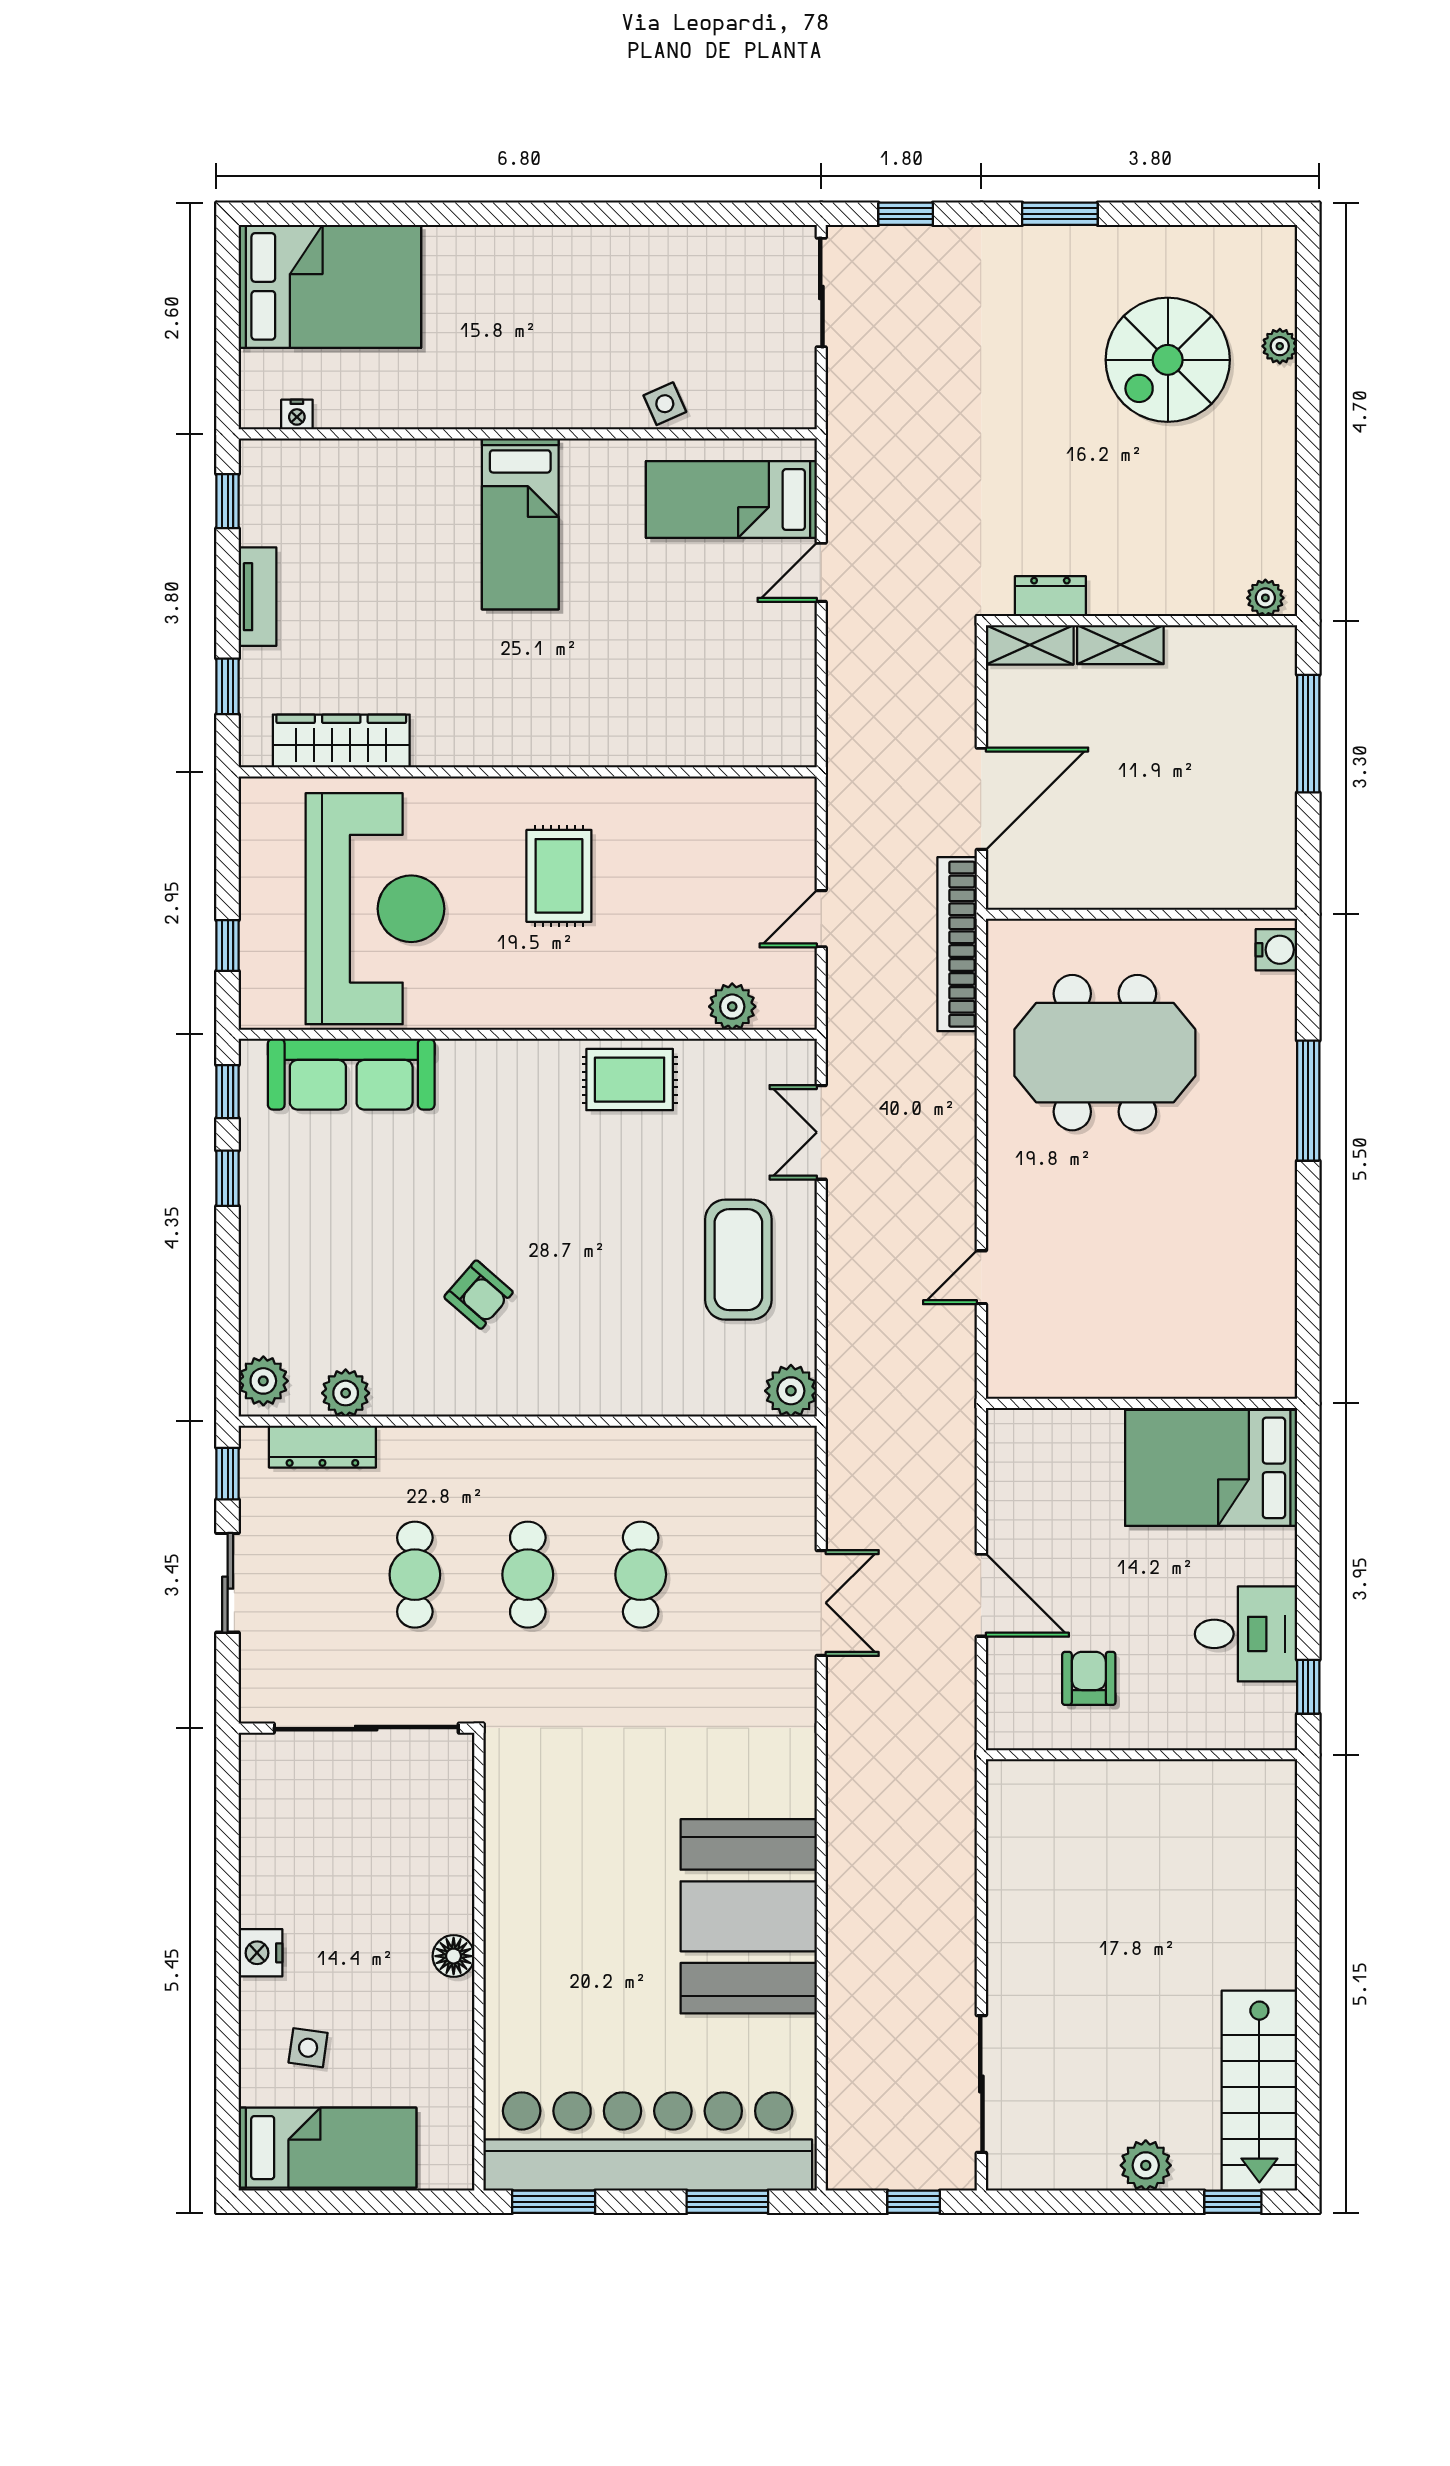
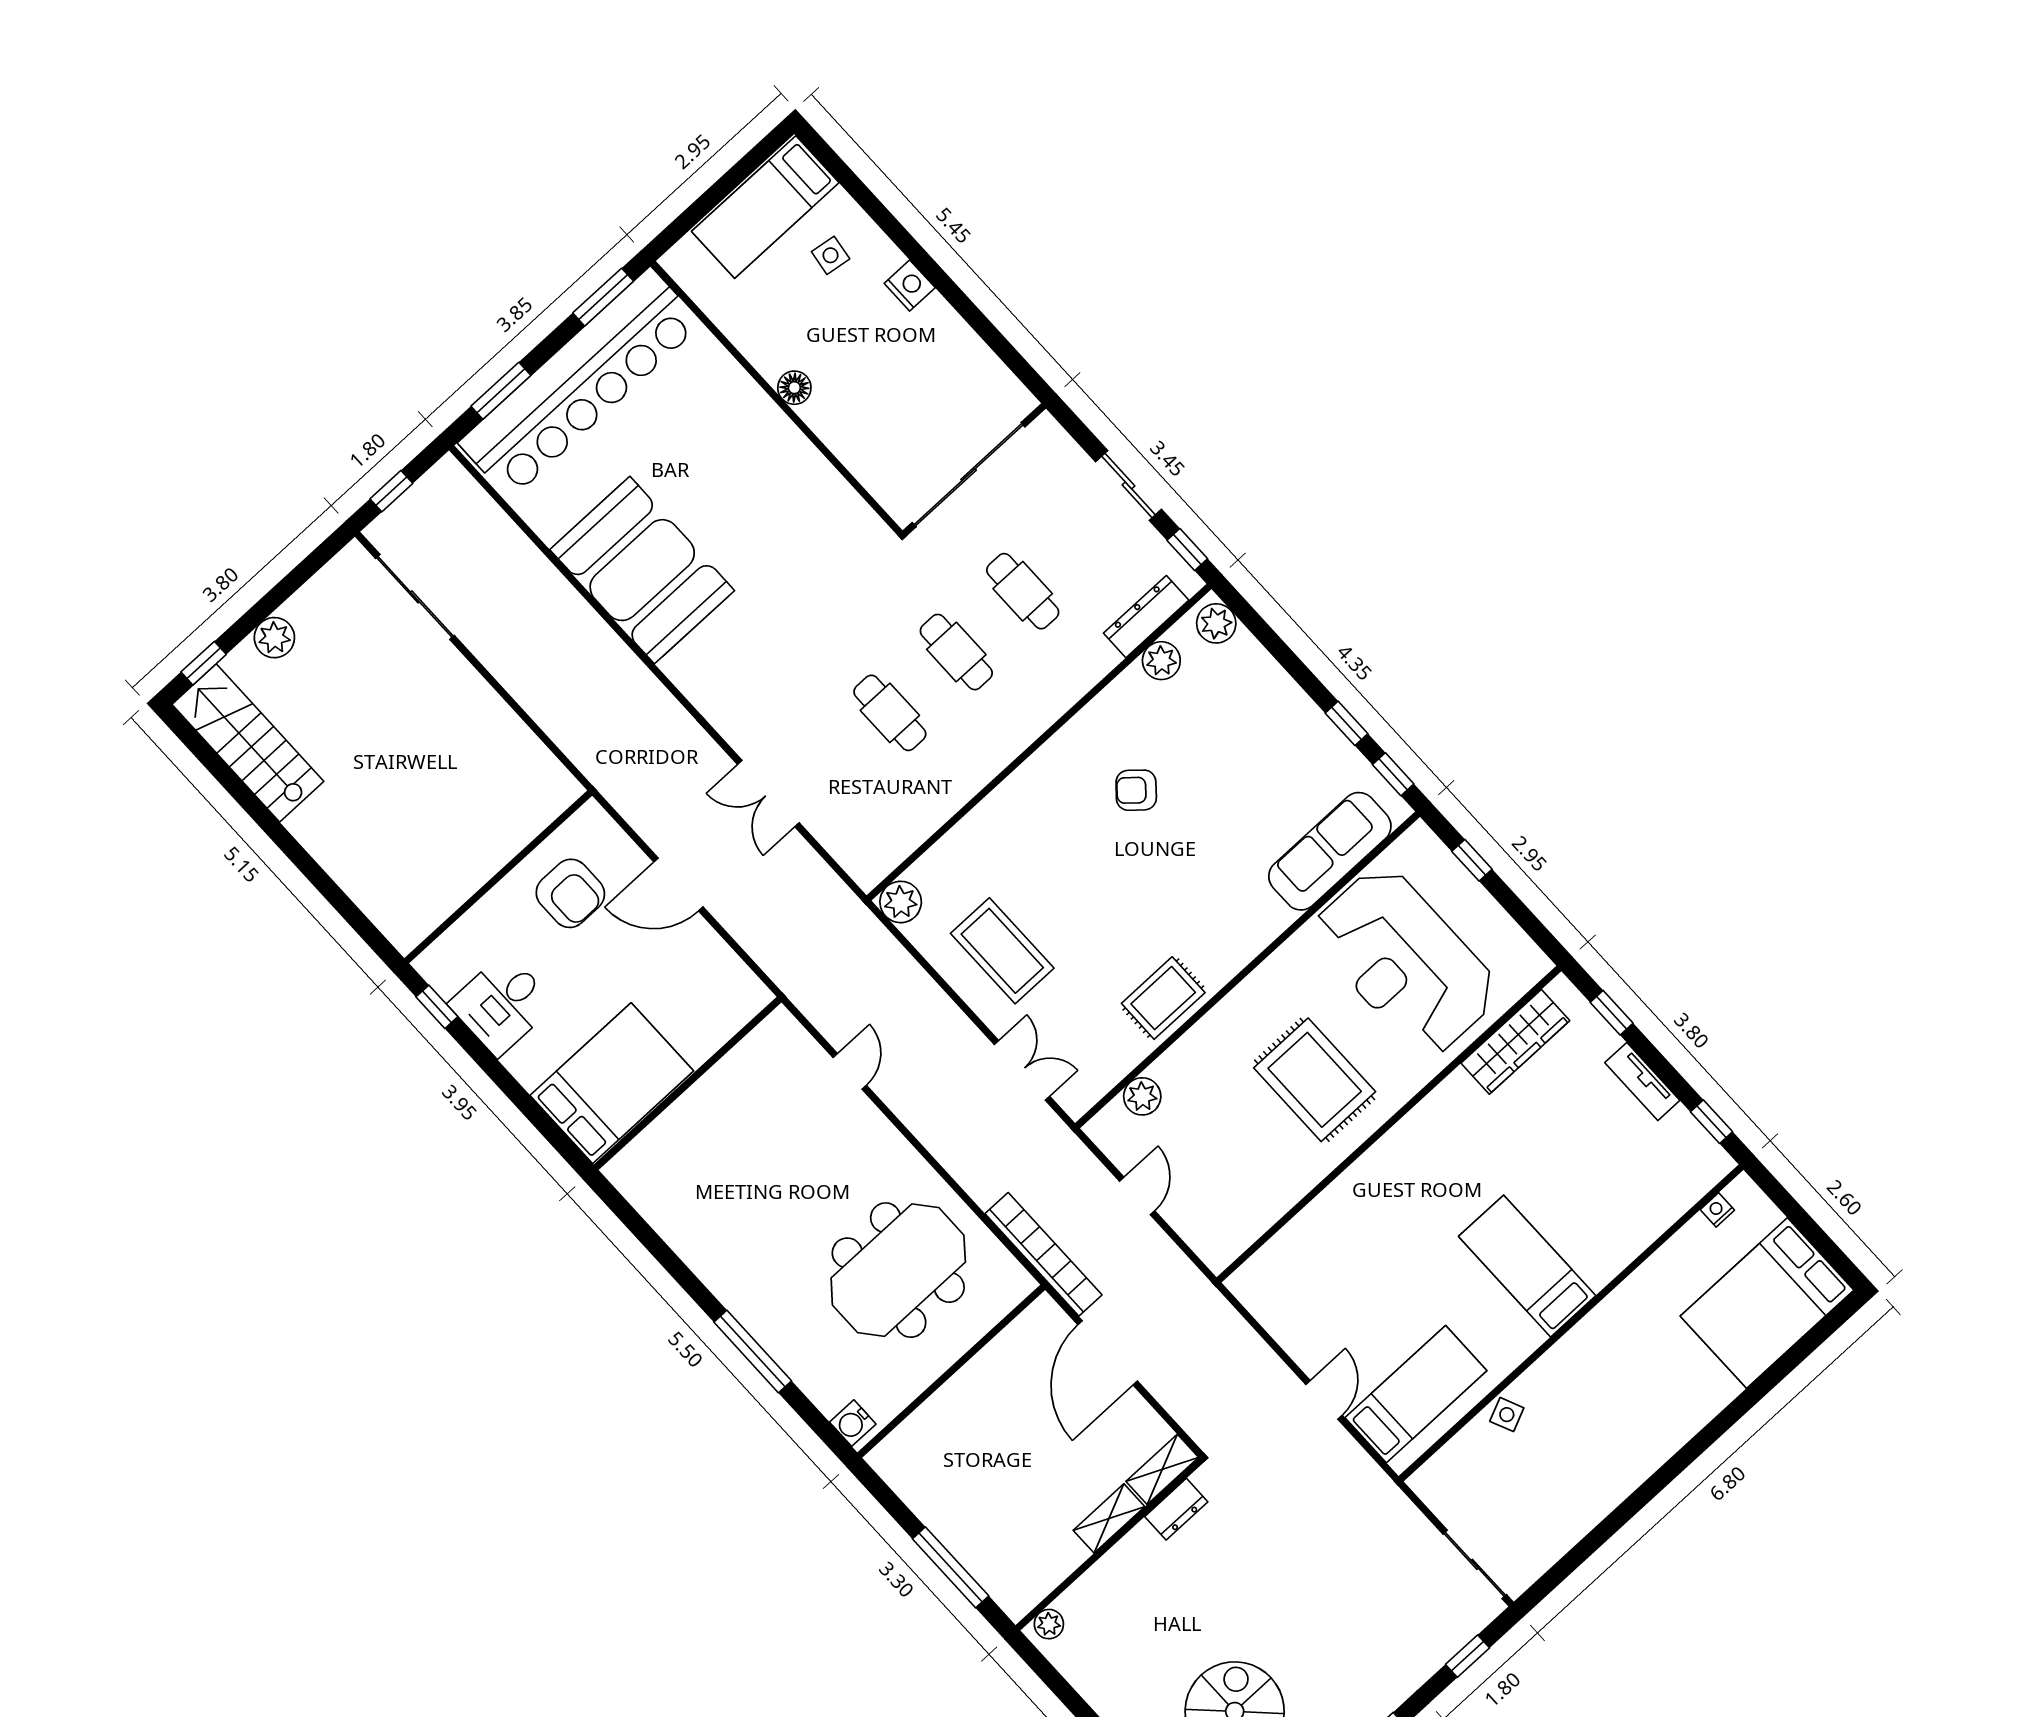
rug: (559, 876) -> (1315, 1080), width x1.36, depth x1.43
armchair: (1089, 1678) -> (570, 893), width x1.38, depth x1.38

